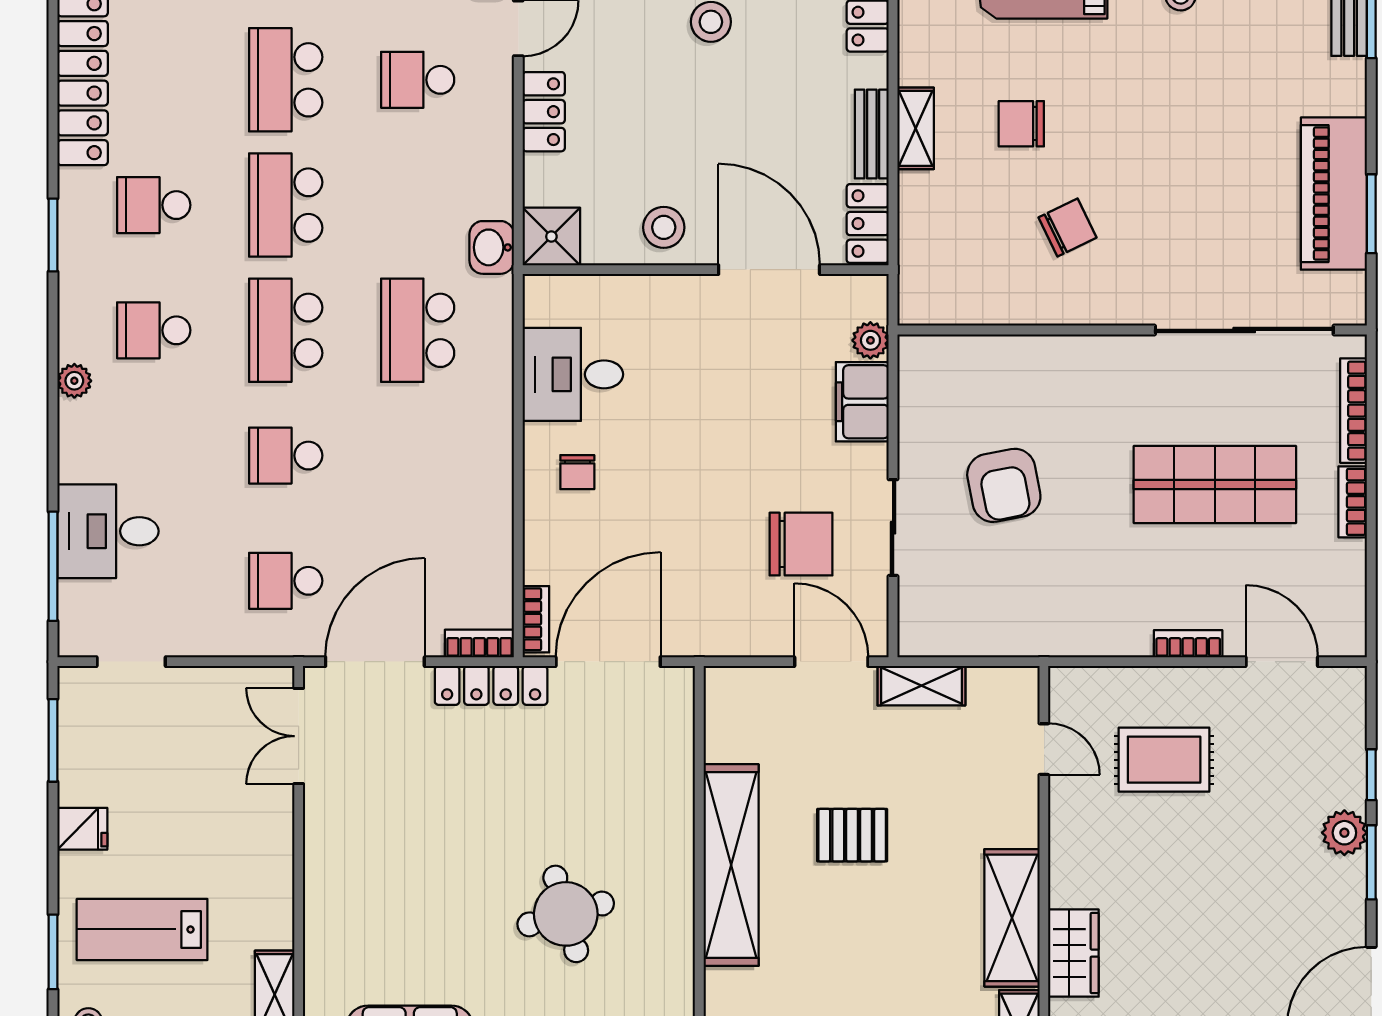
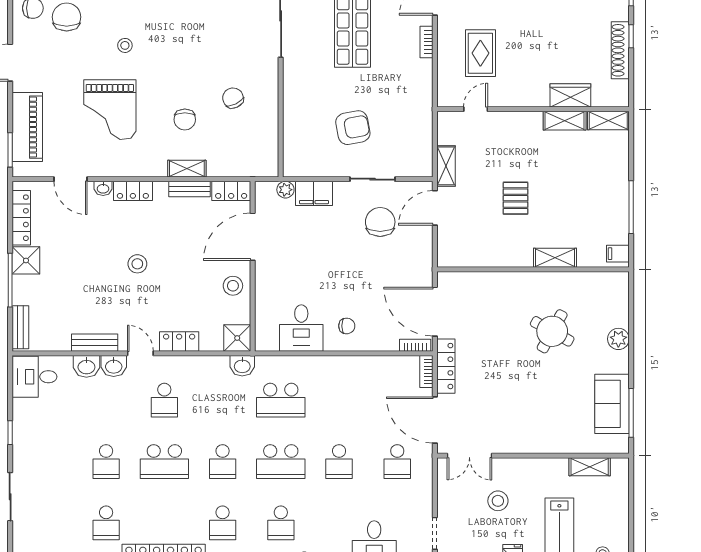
school desk: (286, 205) -> (223, 462), width x0.54
stool: (201, 797) -> (498, 501), added
shelving: (731, 865) -> (555, 258), width x0.45, depth x0.75
round table: (566, 914) -> (552, 331), turned 45
shelving: (1012, 918) -> (565, 121), width x0.67, depth x0.75

